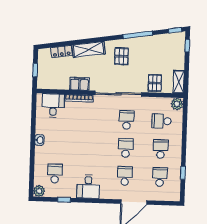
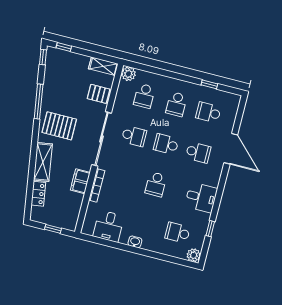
pallet: (121, 56) -> (59, 126), width x1.50, depth x1.42
desk: (53, 105) -> (109, 226), moved, turned -90
school desk: (127, 120) -> (134, 136), turned 180
school desk: (91, 147) -> (156, 184), added
school desk: (161, 149) -> (176, 104), turned -90
school desk: (125, 176) -> (198, 152), turned 180

